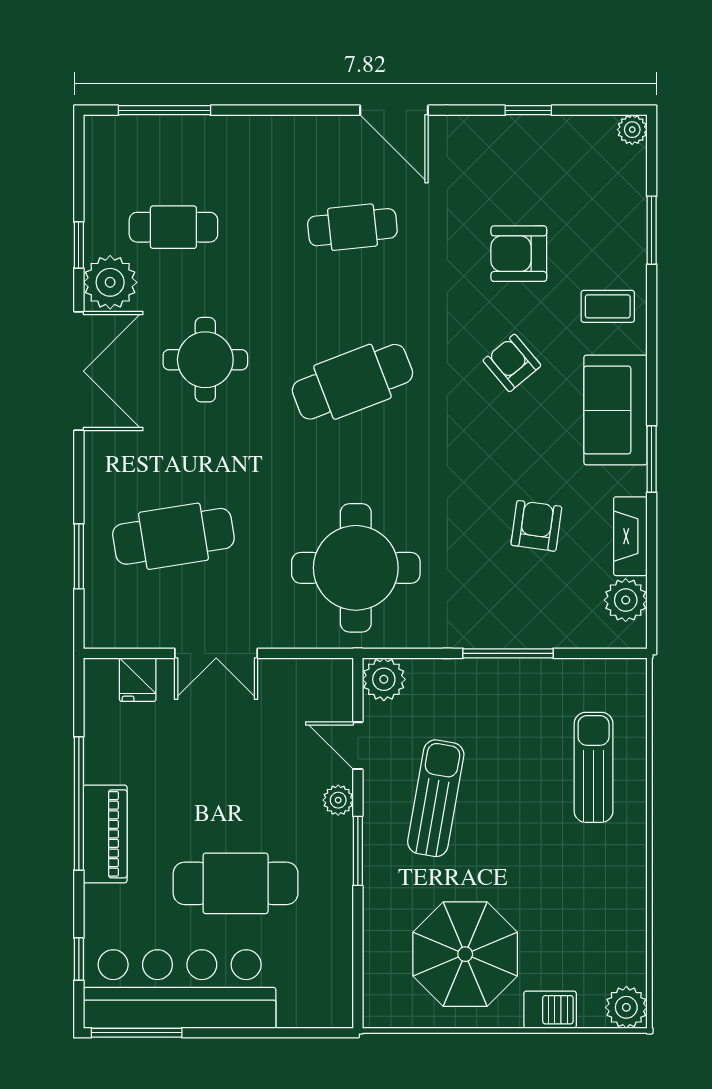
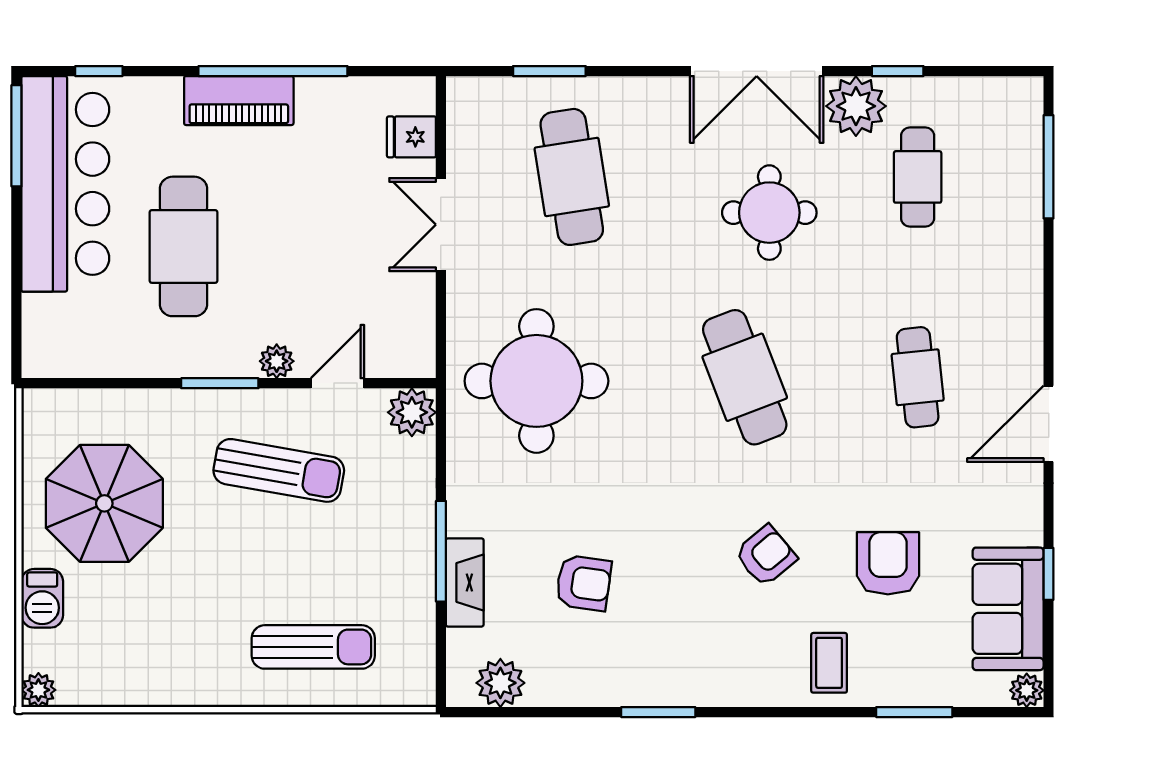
sofa: (616, 410) -> (1008, 609), moved, turned -90
fireplace: (630, 536) -> (465, 582), moved, turned 90
plant: (626, 1007) -> (38, 690), width x0.73, depth x0.73

